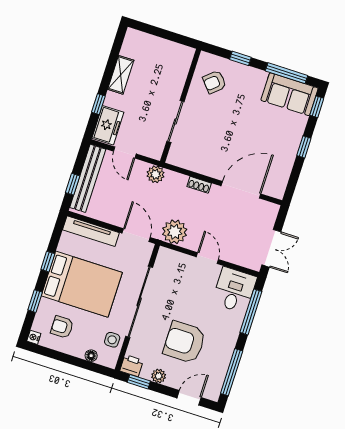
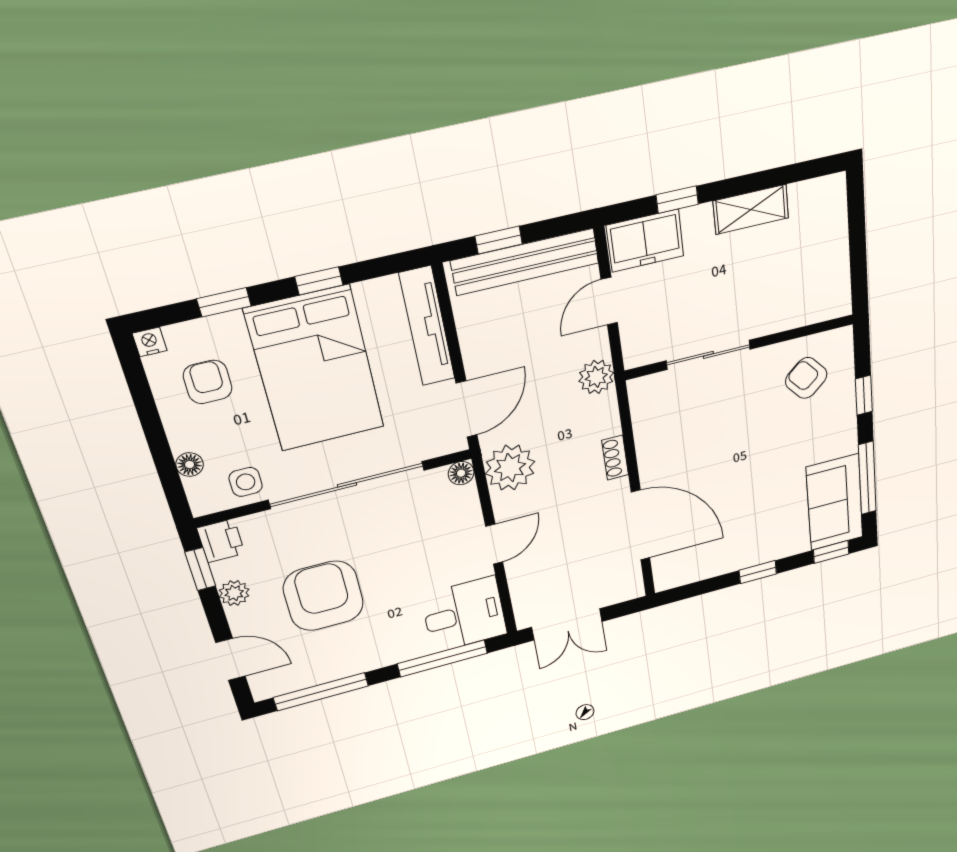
floor lamp: (164, 253) -> (461, 473), added

